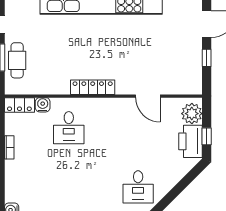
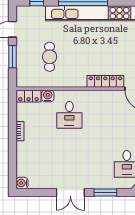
cafe table: (17, 60) -> (50, 57), moved
locker: (93, 87) -> (105, 81), moved

